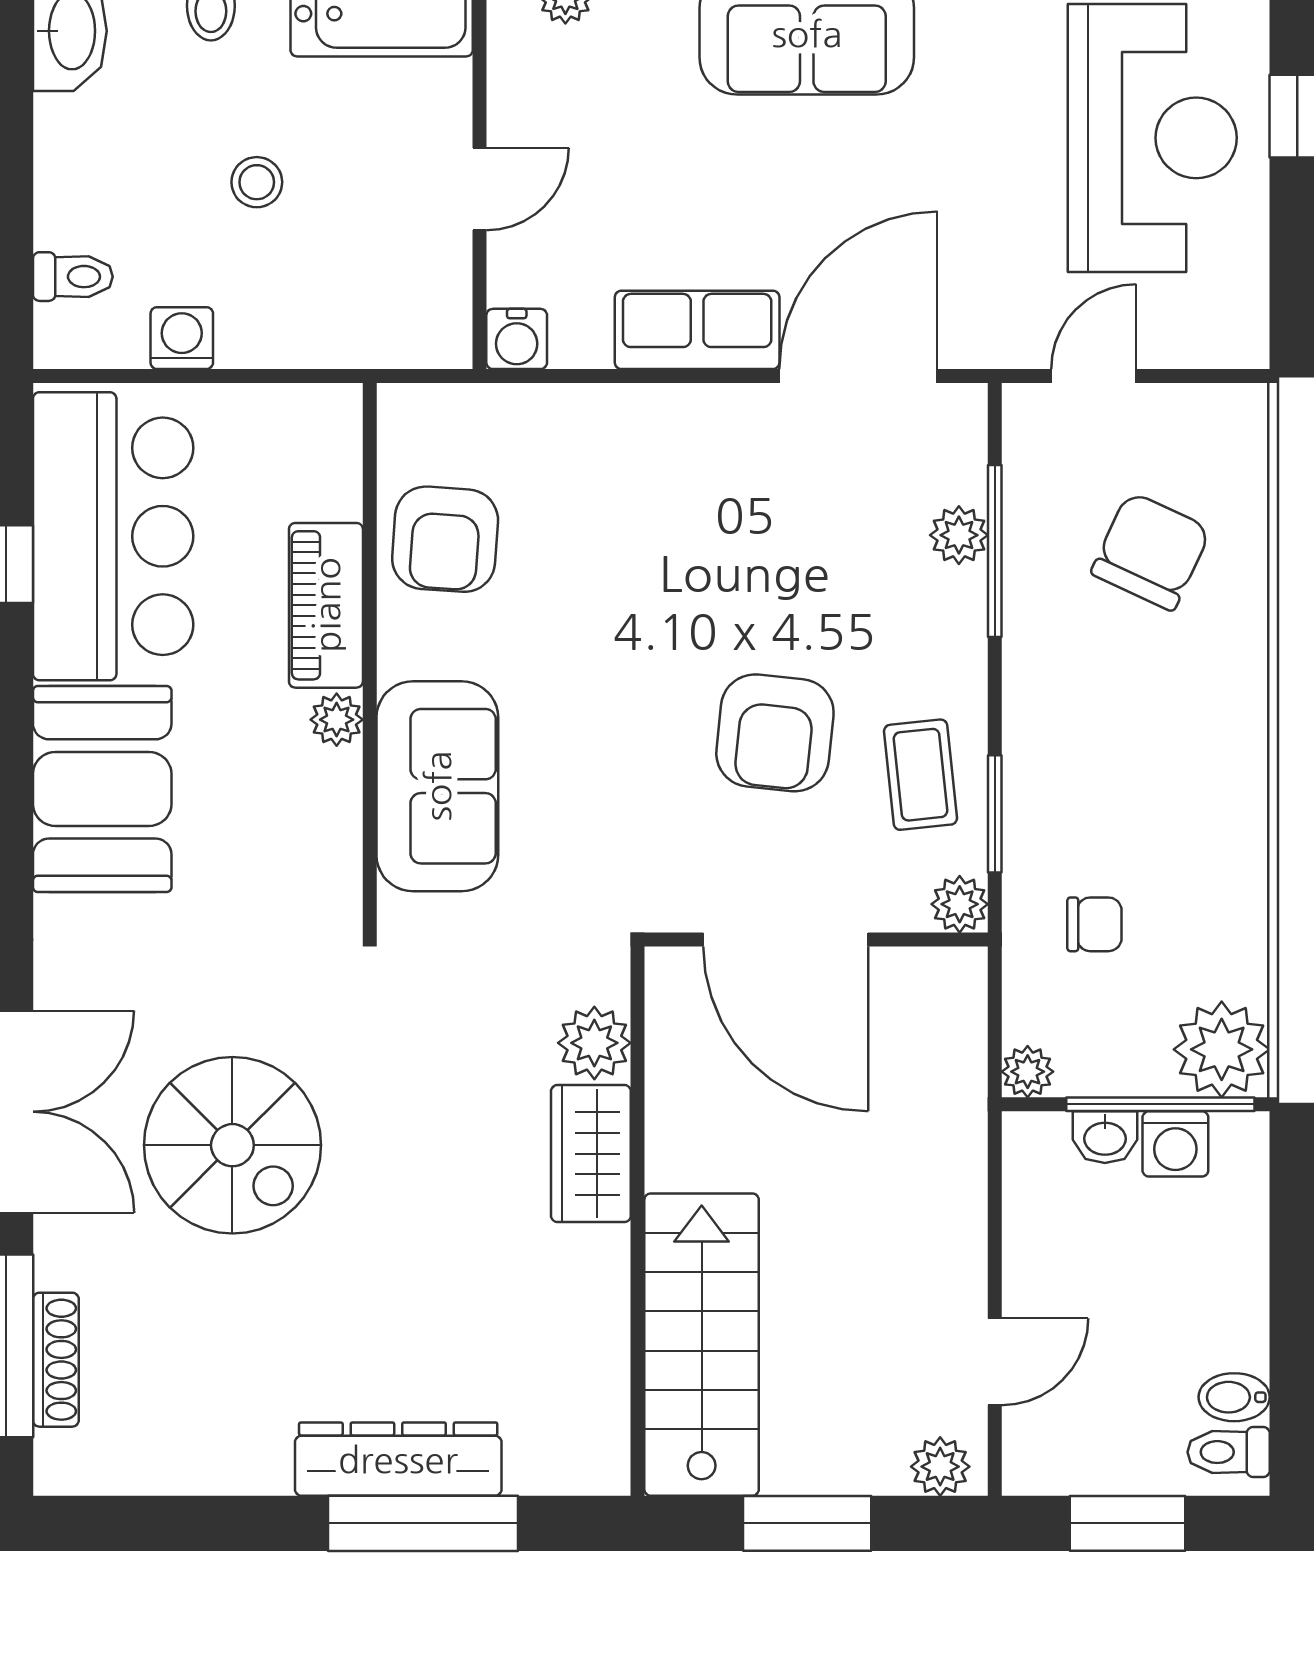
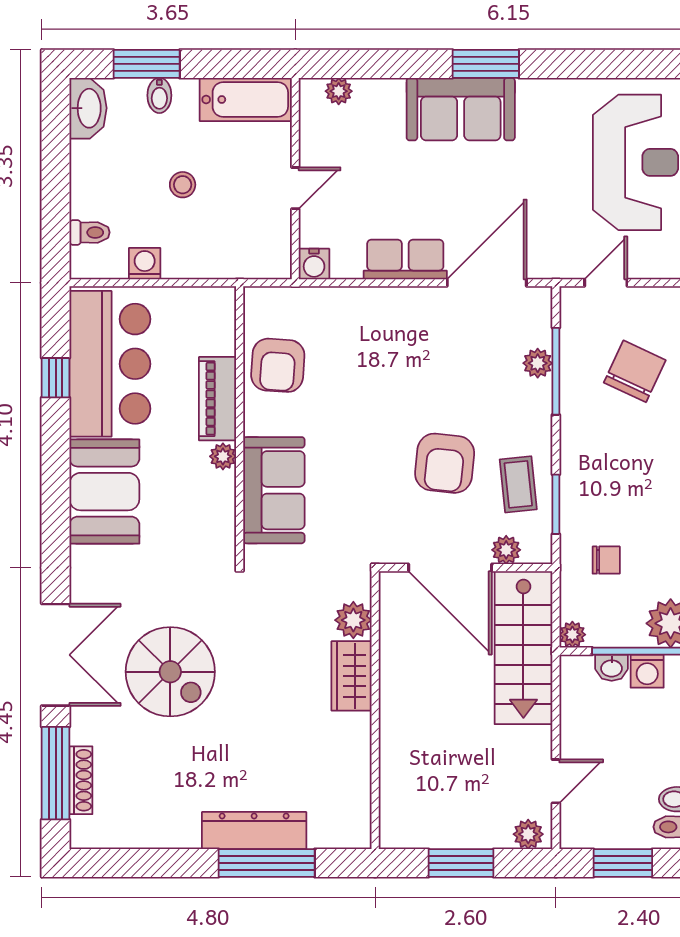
plant: (960, 904) -> (506, 550), moved
stairs: (702, 1345) -> (523, 648), moved, turned 180

